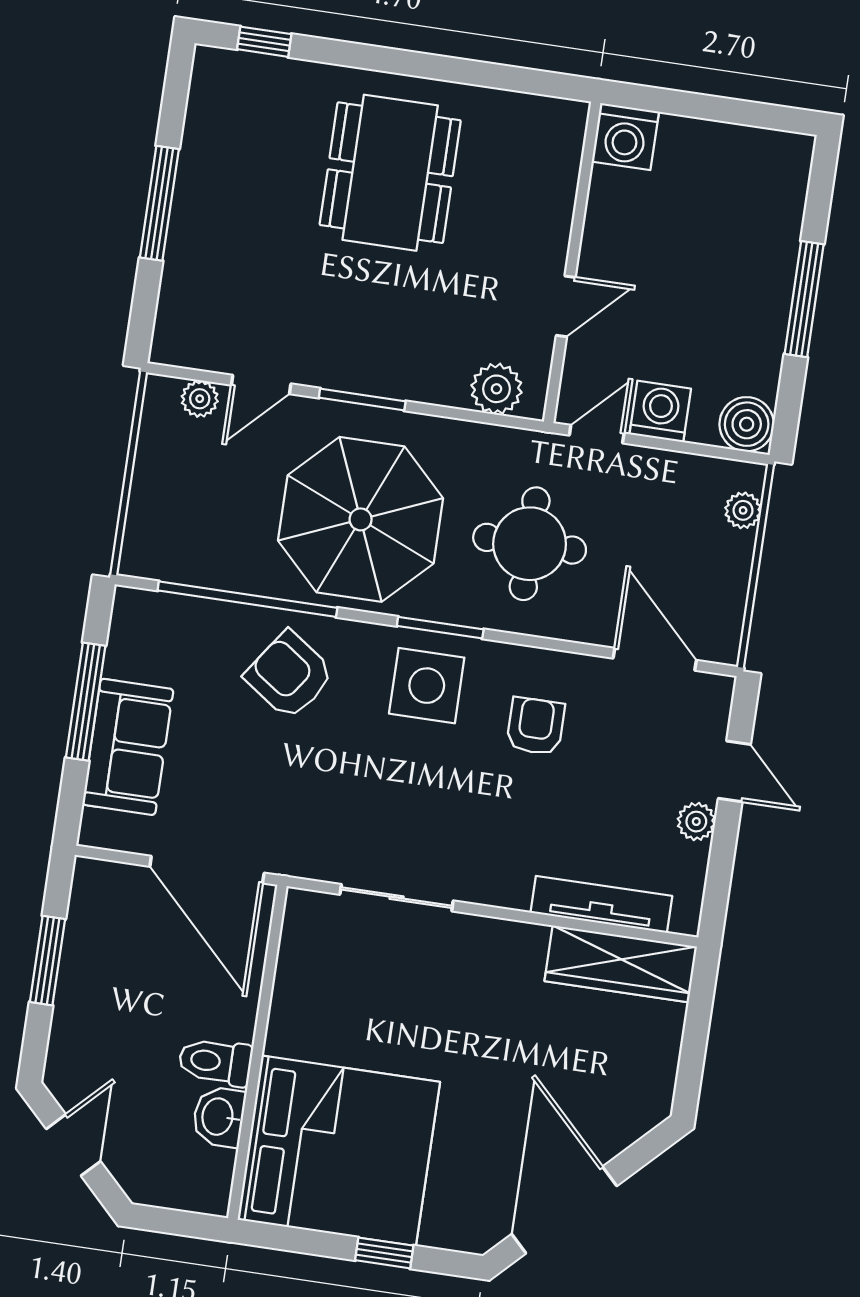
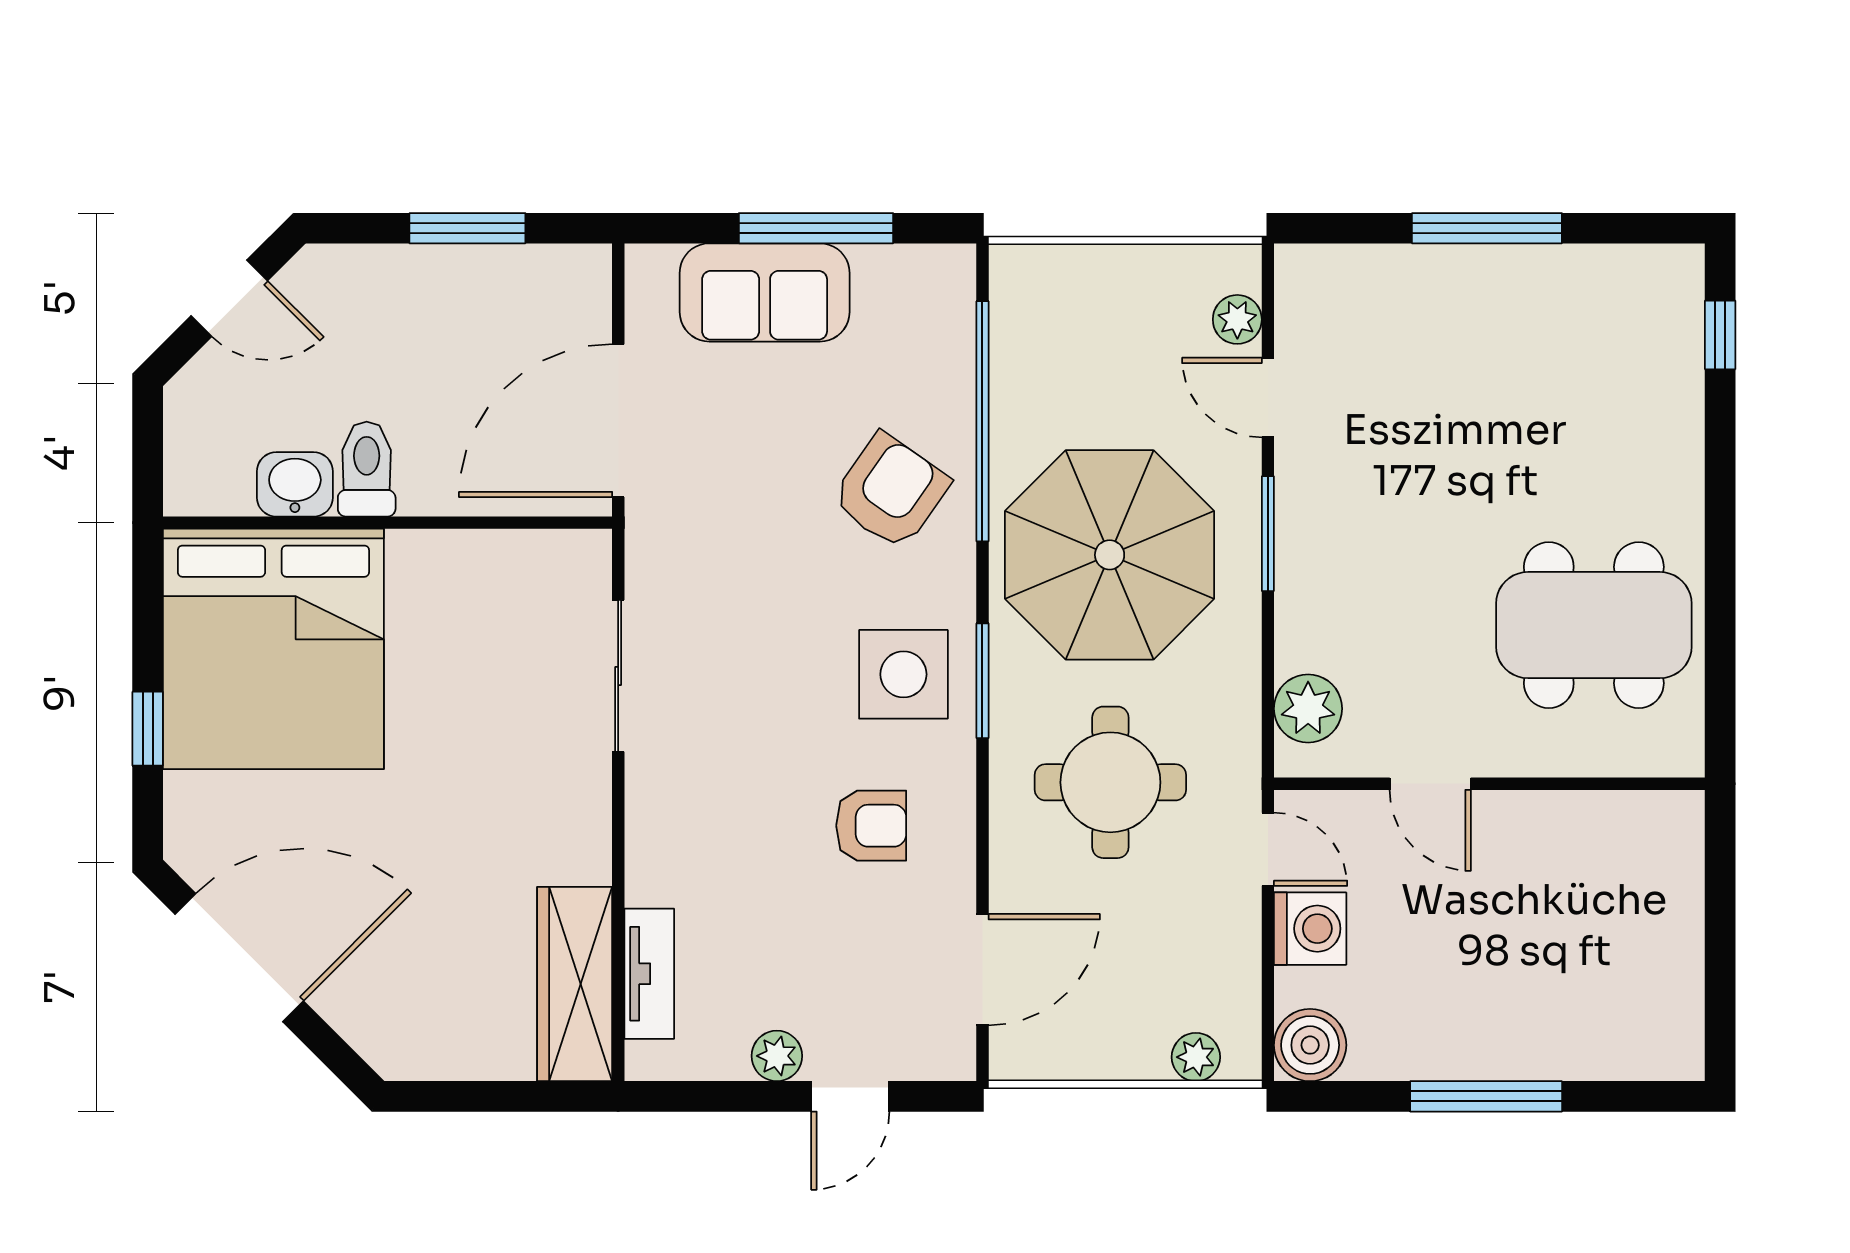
washing machine: (625, 137) -> (1665, 829), removed
dining table: (390, 173) -> (1594, 625), moved
tv unit: (601, 904) -> (649, 974), width x0.71

